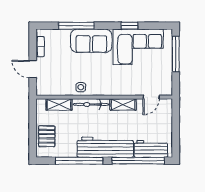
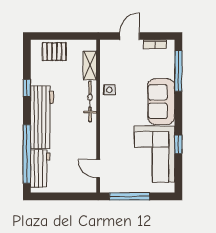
window: (76, 26) -> (178, 71), moved
window: (176, 54) -> (129, 196), moved
shelving: (123, 105) -> (90, 137), removed
window: (79, 161) -> (27, 88), width x0.32

